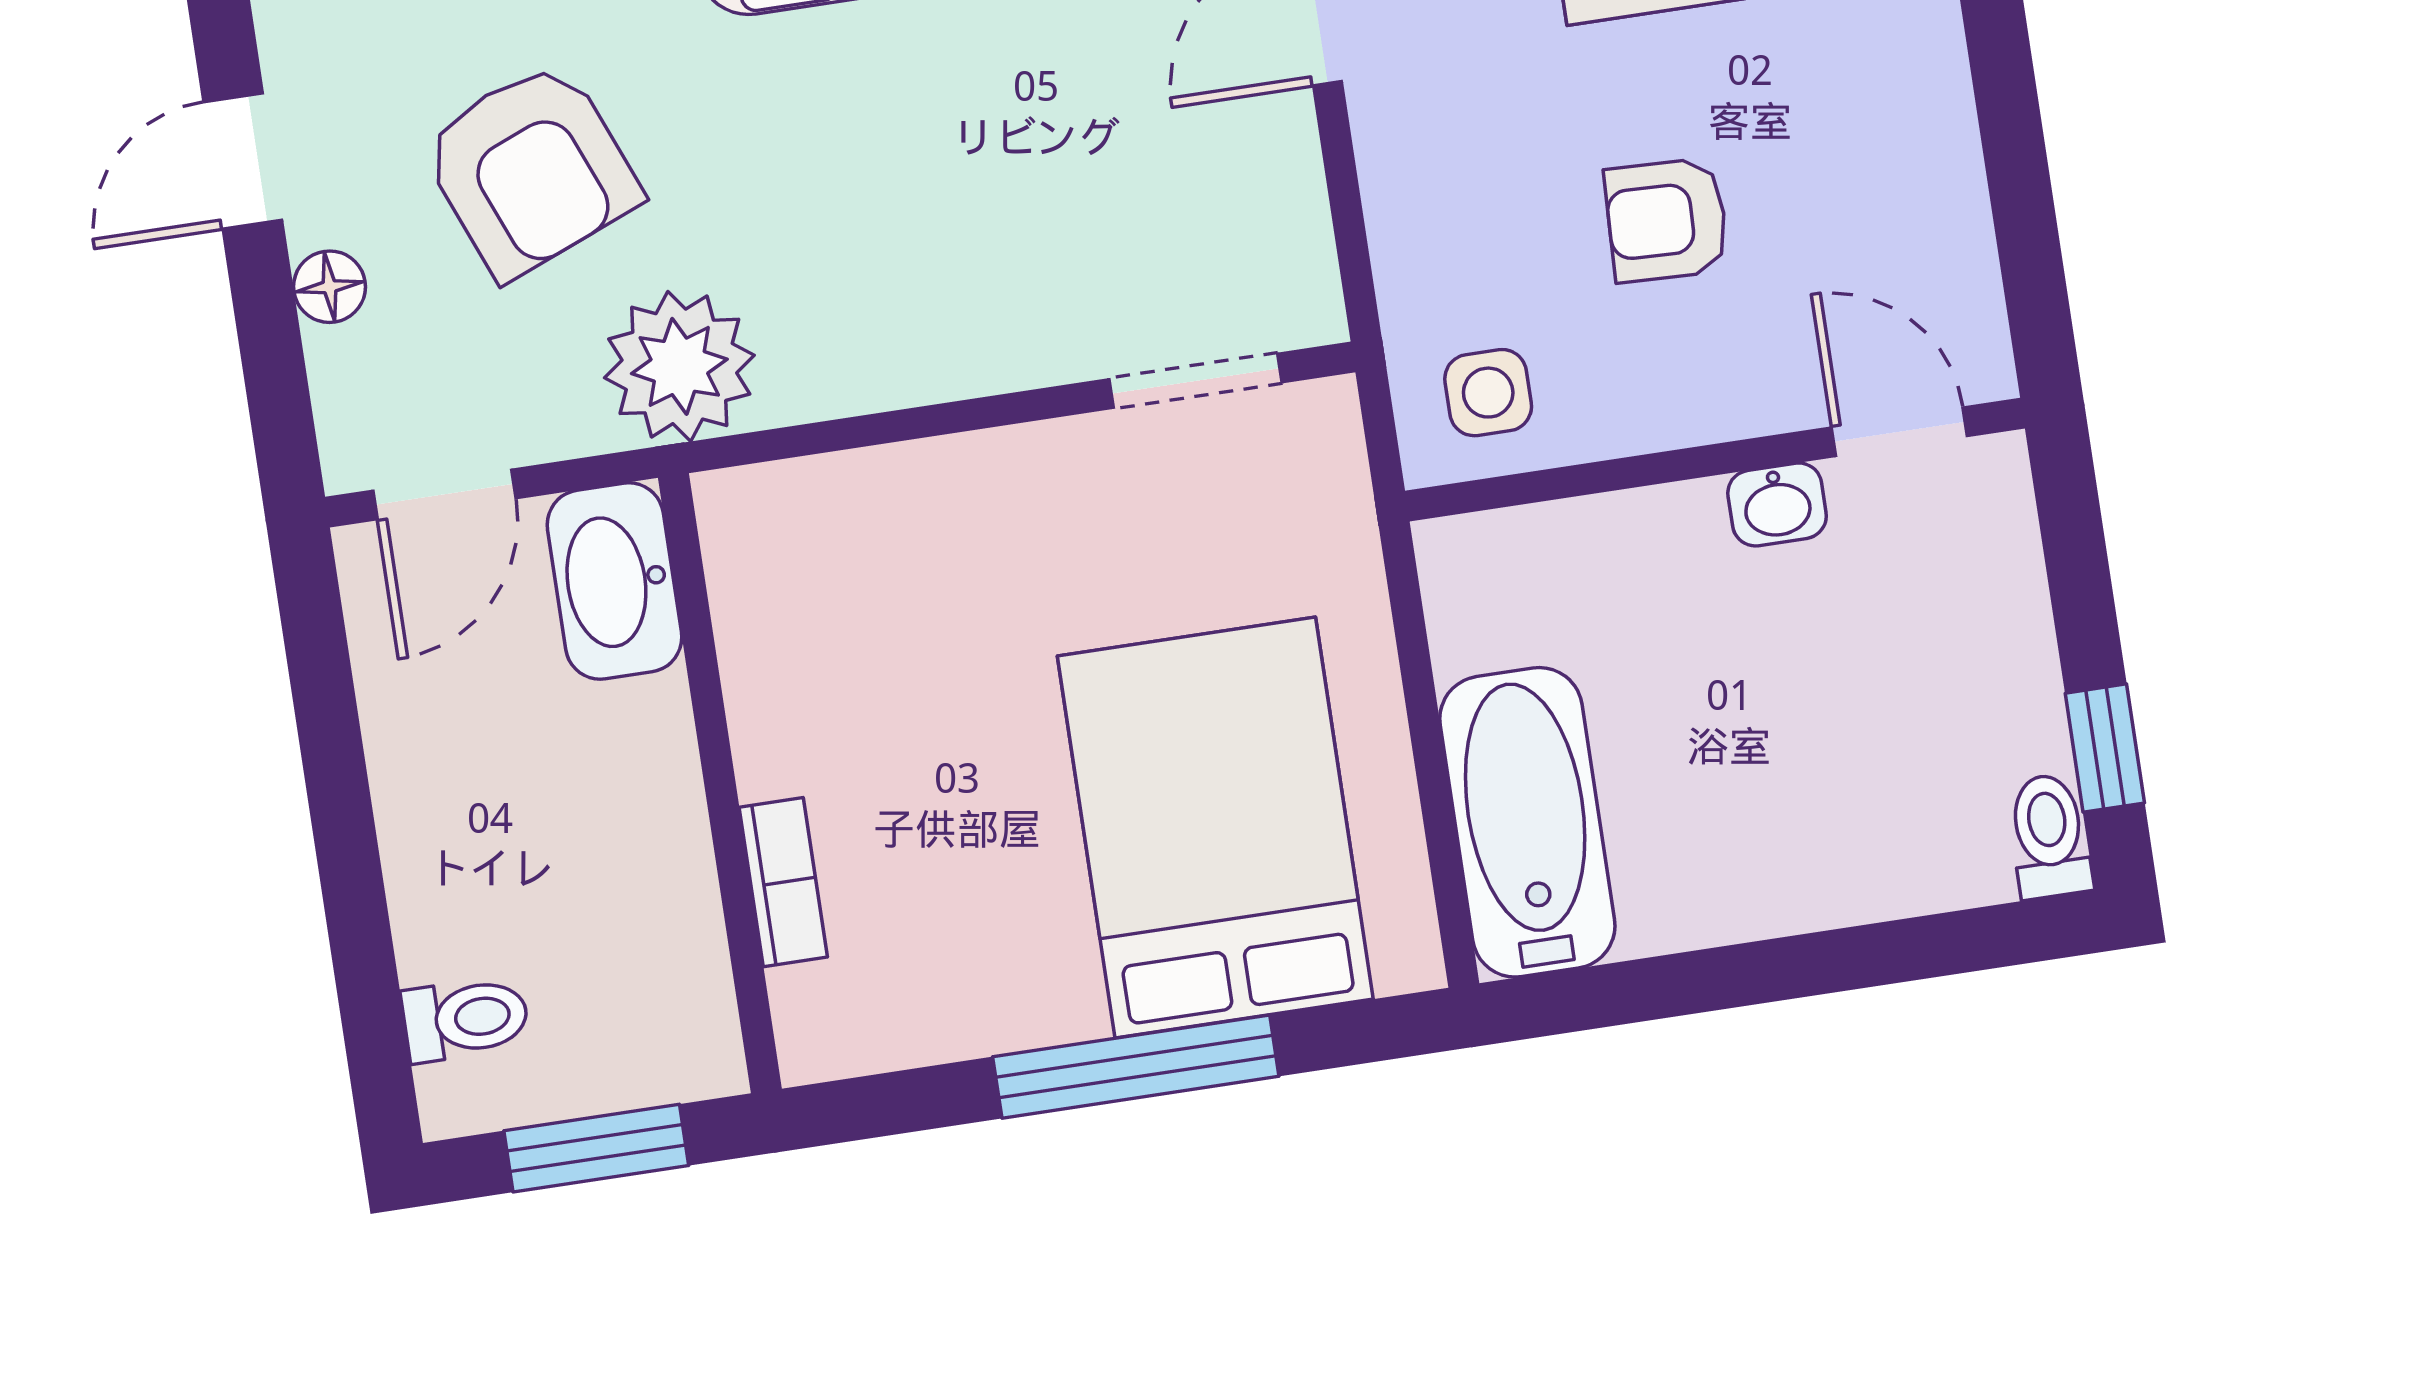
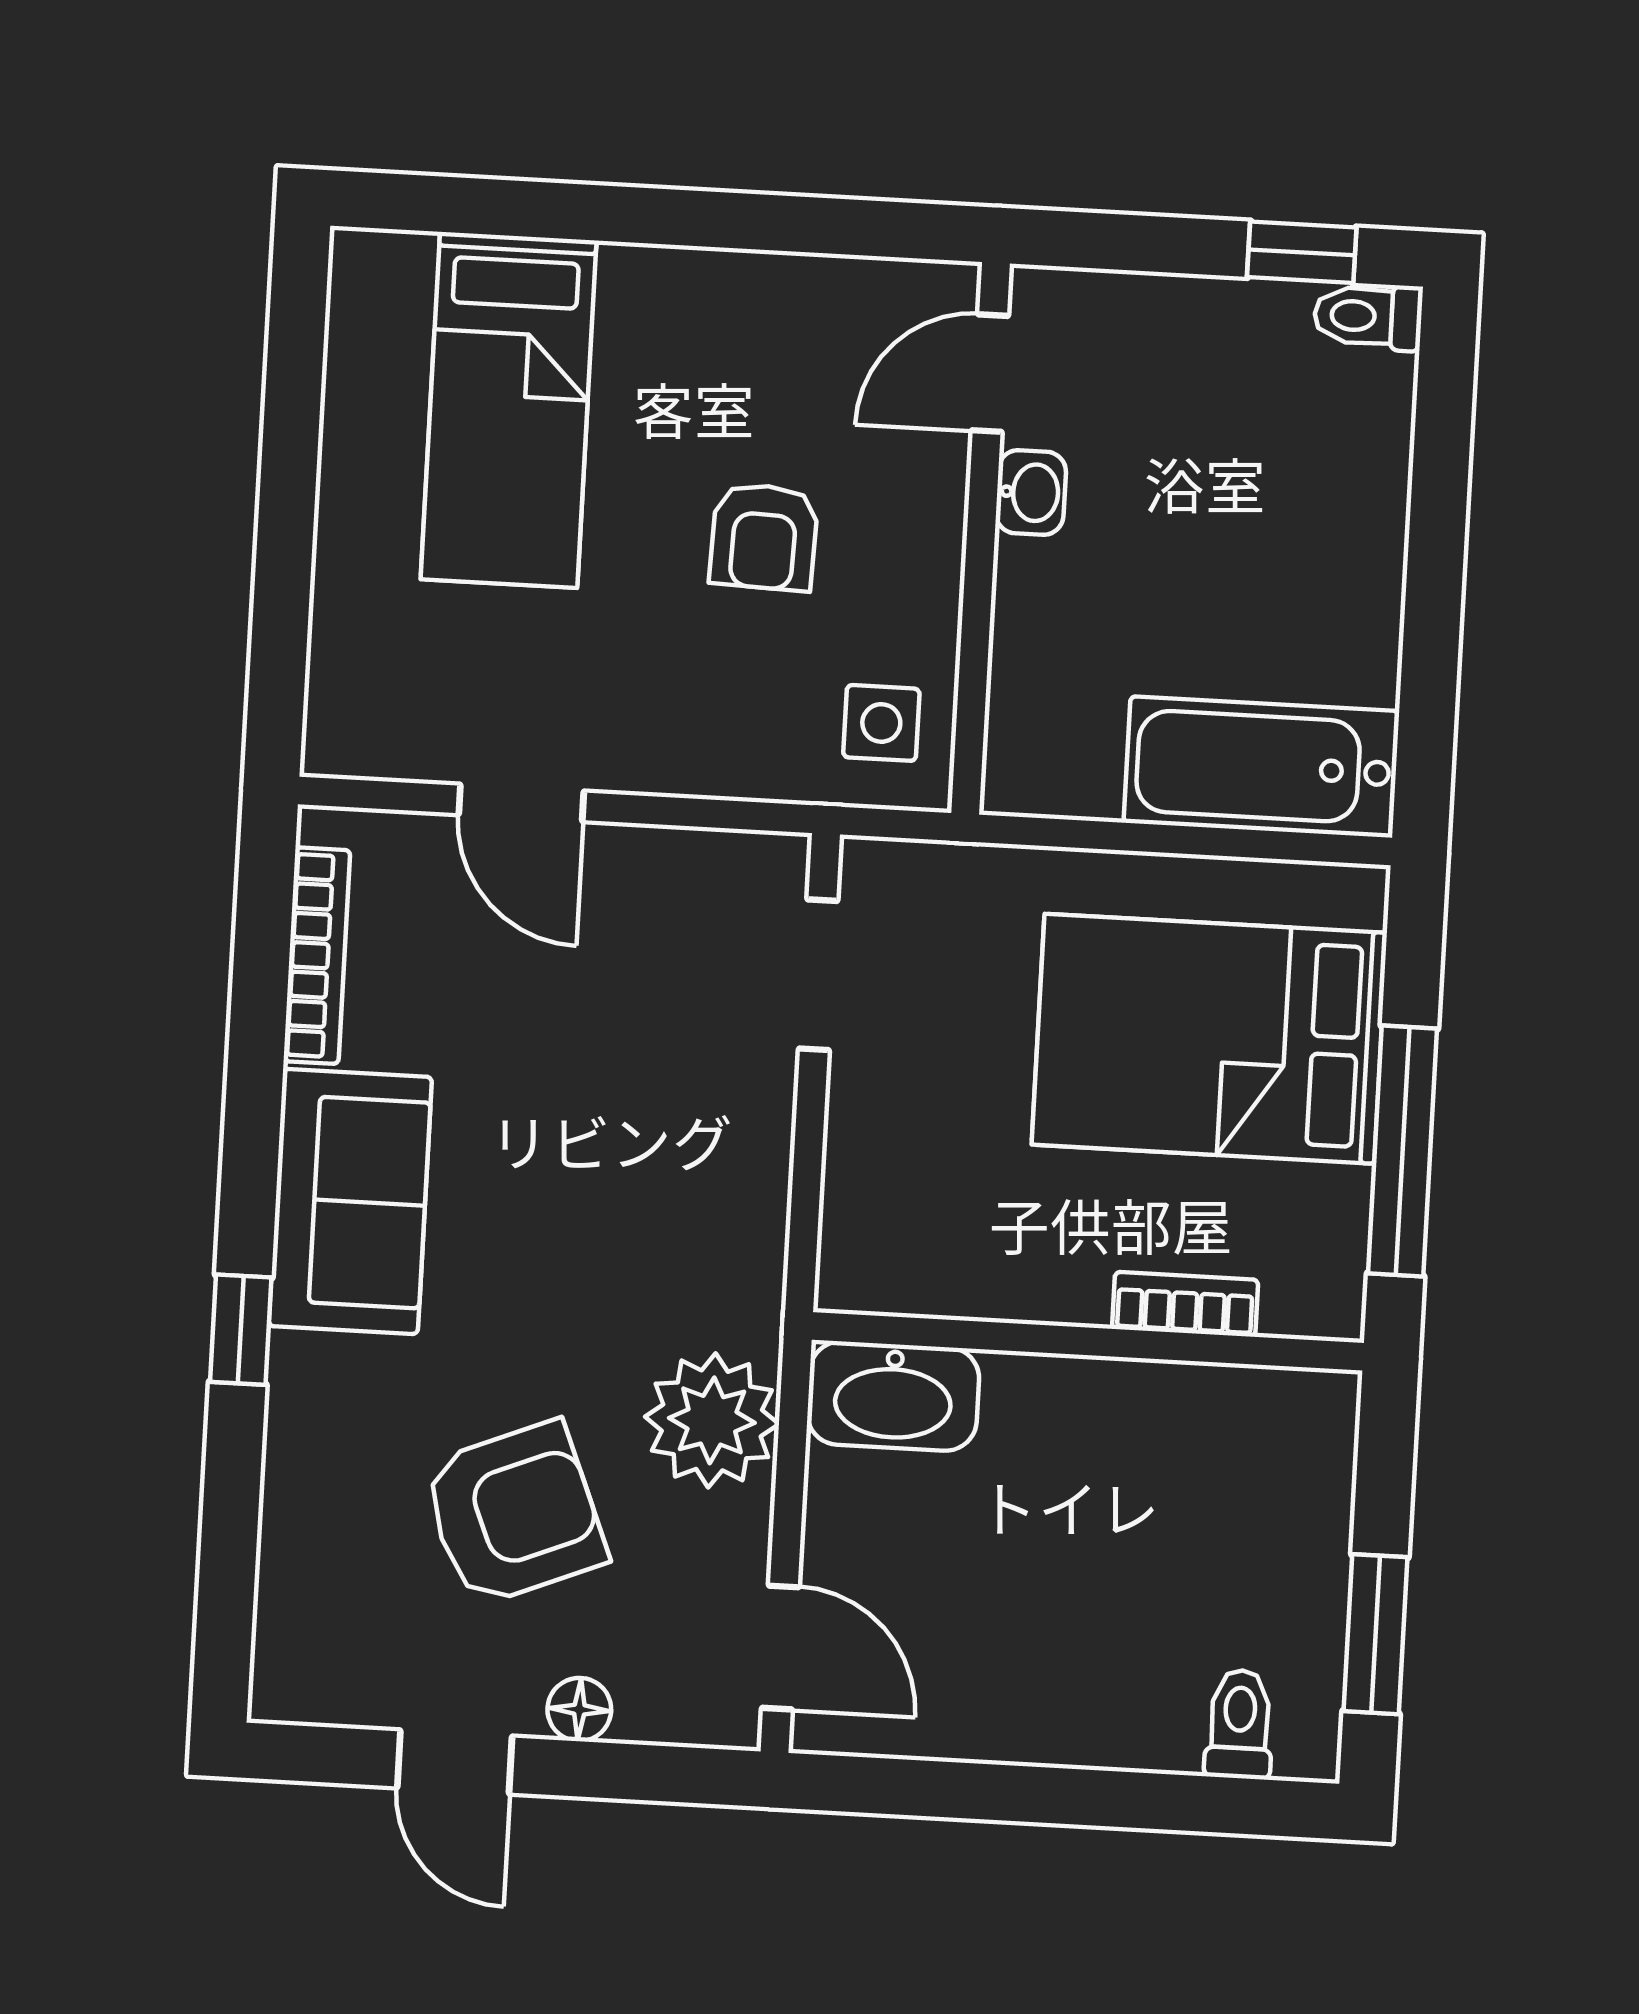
washbasin: (615, 581) -> (893, 1396), moved
wall: (720, 783) -> (1088, 1341), moved
bookcase: (783, 882) -> (1185, 1304), moved

